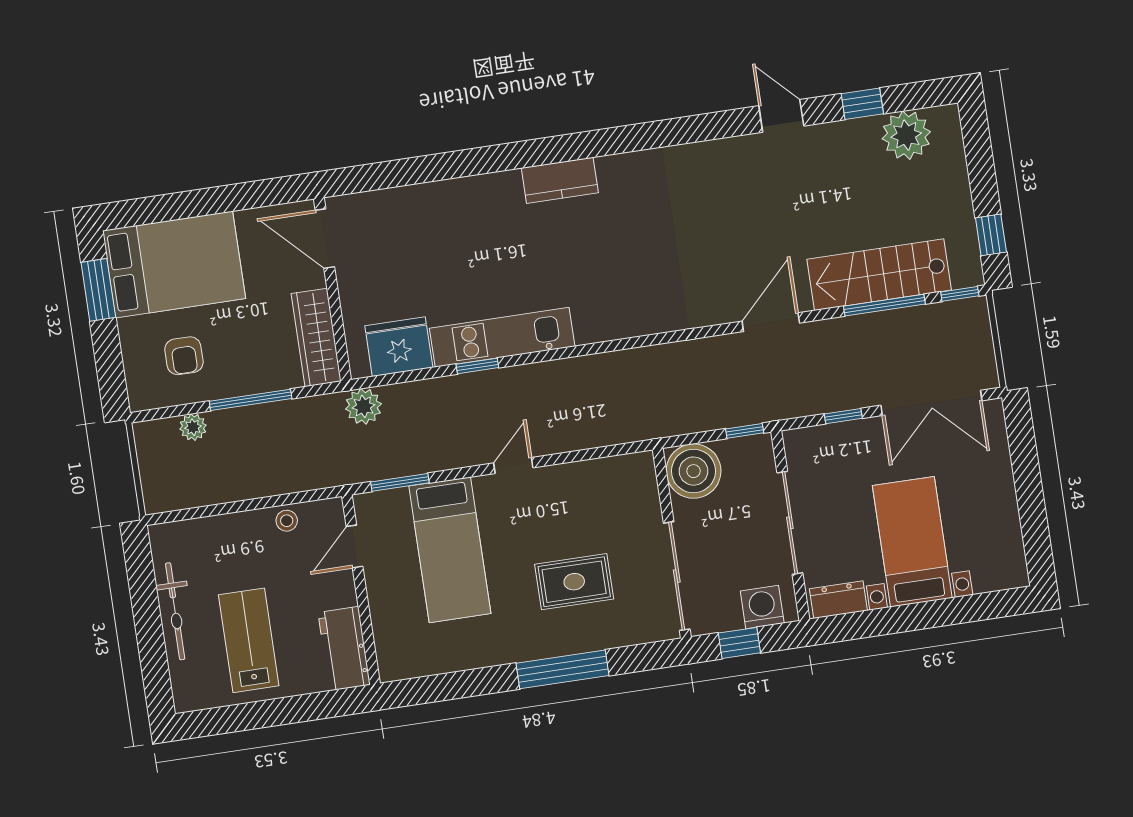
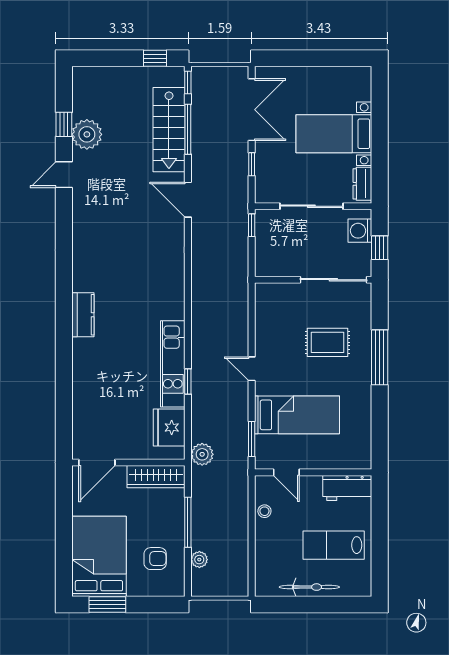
plant: (906, 135) -> (87, 134), moved
boiler: (694, 471) -> (271, 260), removed
rug: (574, 582) -> (328, 342), turned 90

